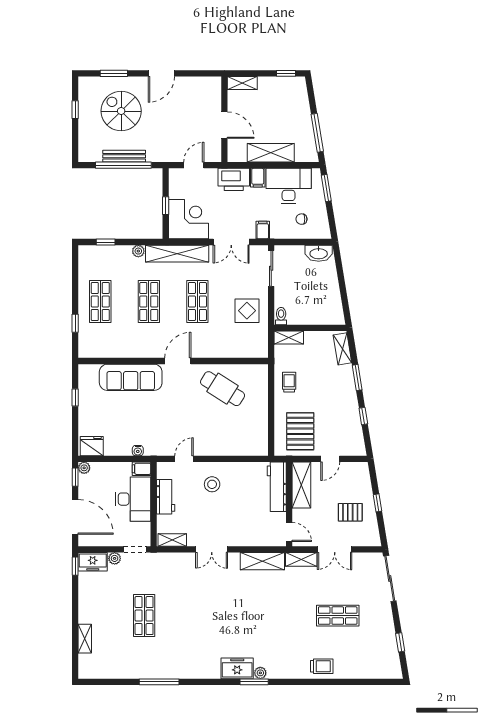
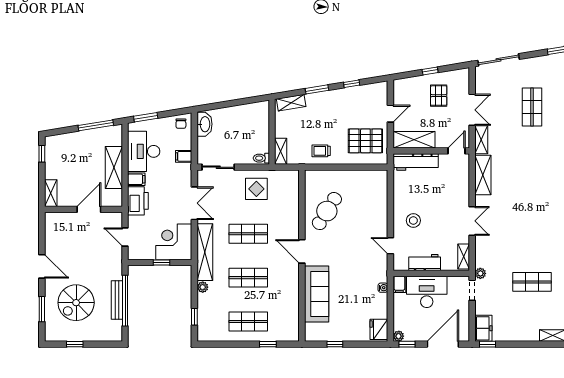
chair: (301, 219) -> (181, 124), moved
filing cabinet: (263, 230) -> (184, 156), moved
door: (330, 459) -> (390, 114), hinge flipped
plant: (115, 558) -> (480, 273), moved

